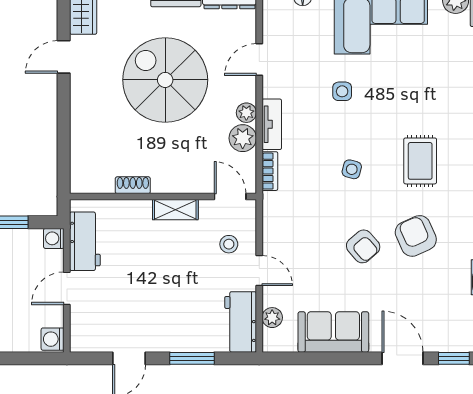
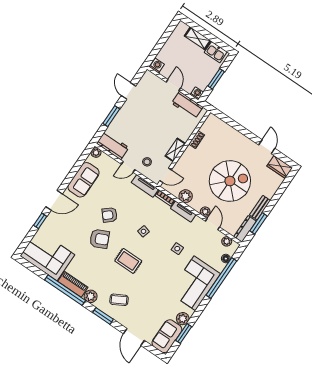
plant: (272, 15) -> (227, 241), added
plant: (246, 113) -> (205, 212), moved
tv unit: (272, 220) -> (145, 186), added
plant: (272, 318) -> (96, 153), moved

